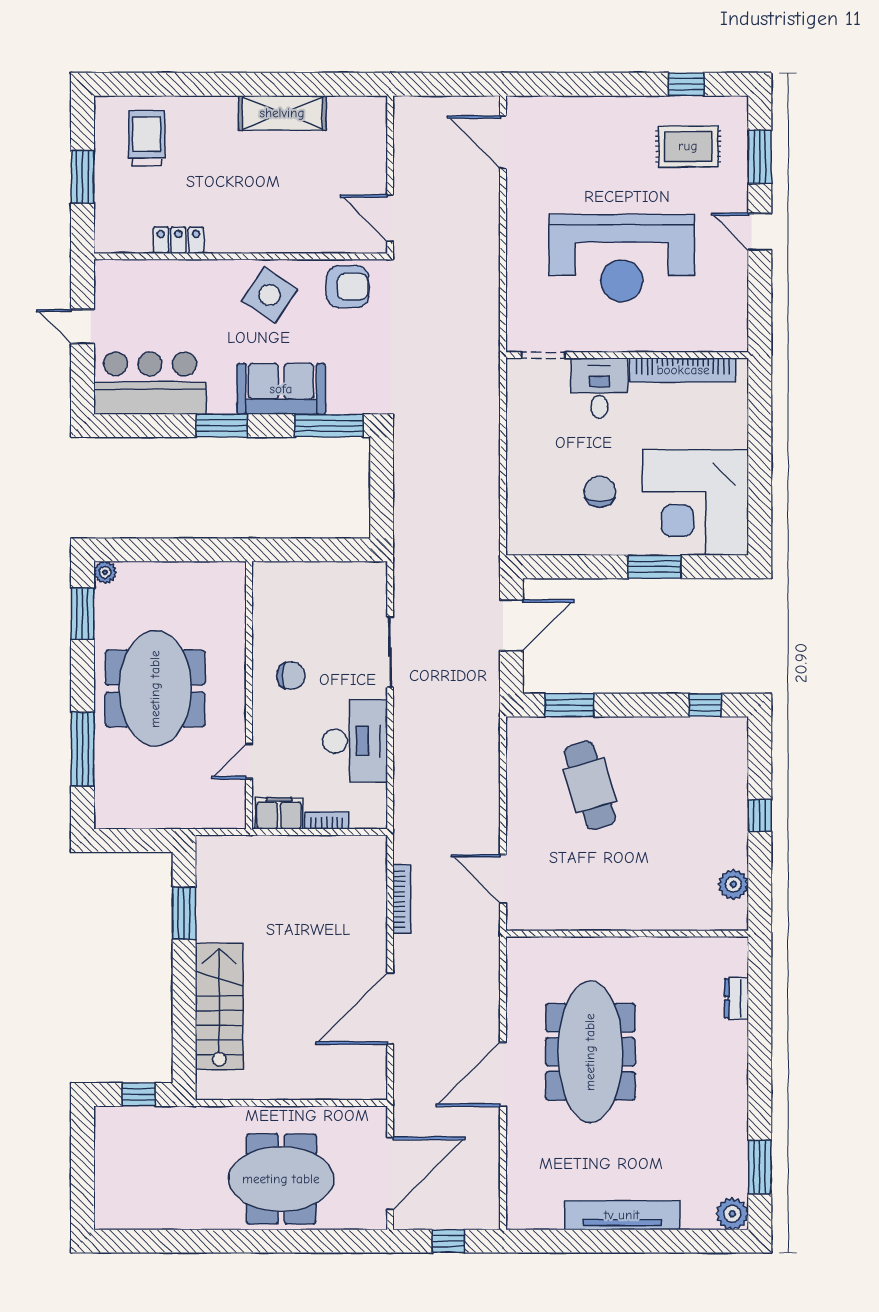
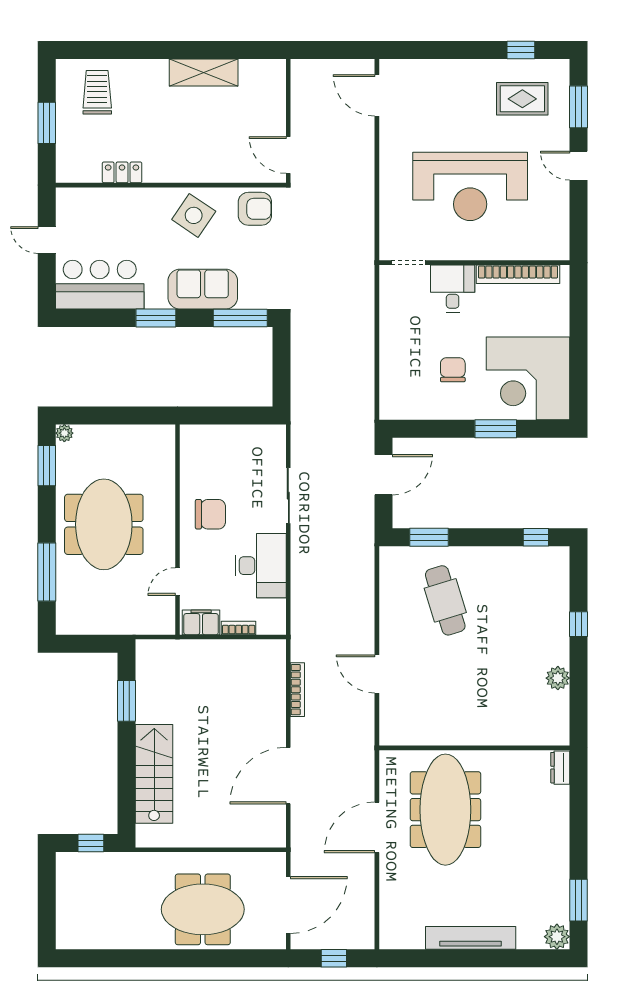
chair: (291, 676) -> (210, 514), width x1.37, depth x1.37
wall: (627, 934) -> (474, 748), moved

